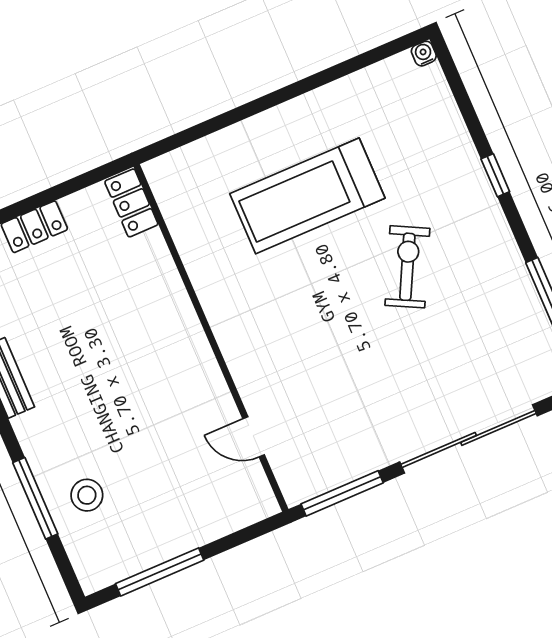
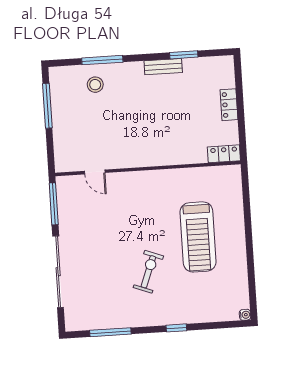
treadmill: (307, 196) -> (198, 237), turned 180
exercise bike: (407, 267) -> (148, 272), turned -96
door: (254, 437) -> (95, 172), swing flipped

